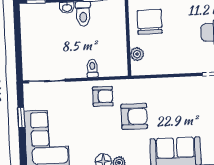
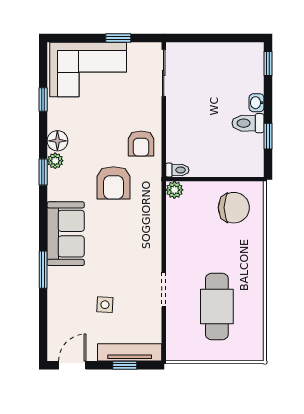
plant: (137, 54) -> (174, 190), moved
toilet: (92, 68) -> (177, 170), moved

